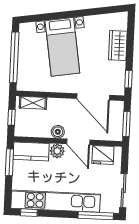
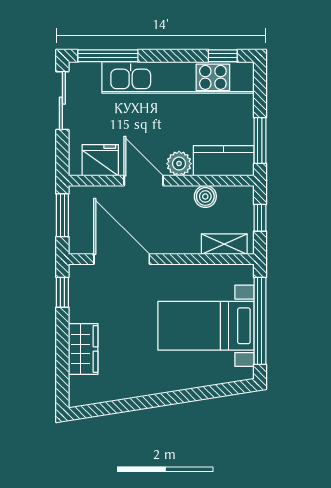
bed with nightstands: (62, 47) -> (206, 326), moved, turned -81
boiler: (58, 132) -> (205, 196), moved

